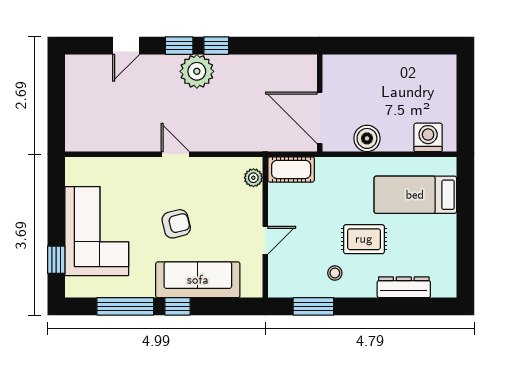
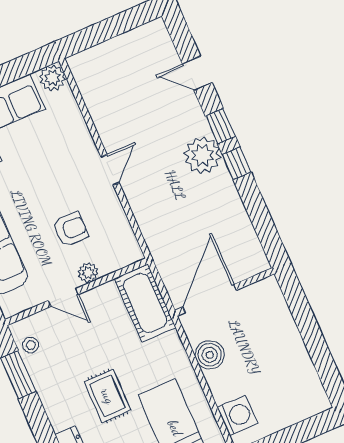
plant: (77, 169) -> (53, 78), added
cot: (291, 169) -> (145, 303), width x1.37, depth x1.34
plant: (253, 178) -> (88, 273), moved
armchair: (176, 224) -> (71, 229), moved, turned -76
stool: (335, 273) -> (31, 345), moved

